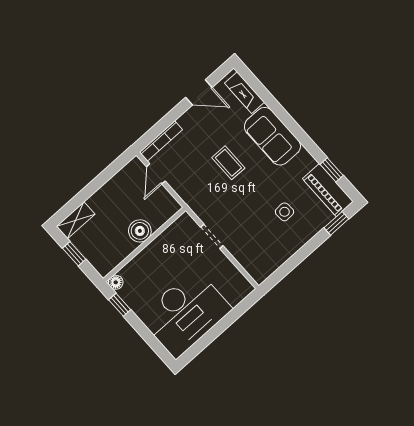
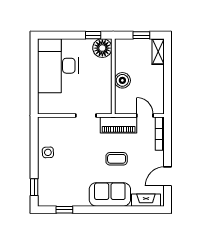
piano: (328, 190) -> (119, 125), moved, turned 180
side table: (284, 212) -> (48, 152), moved
floor lamp: (116, 282) -> (102, 48), width x1.89, depth x1.89

